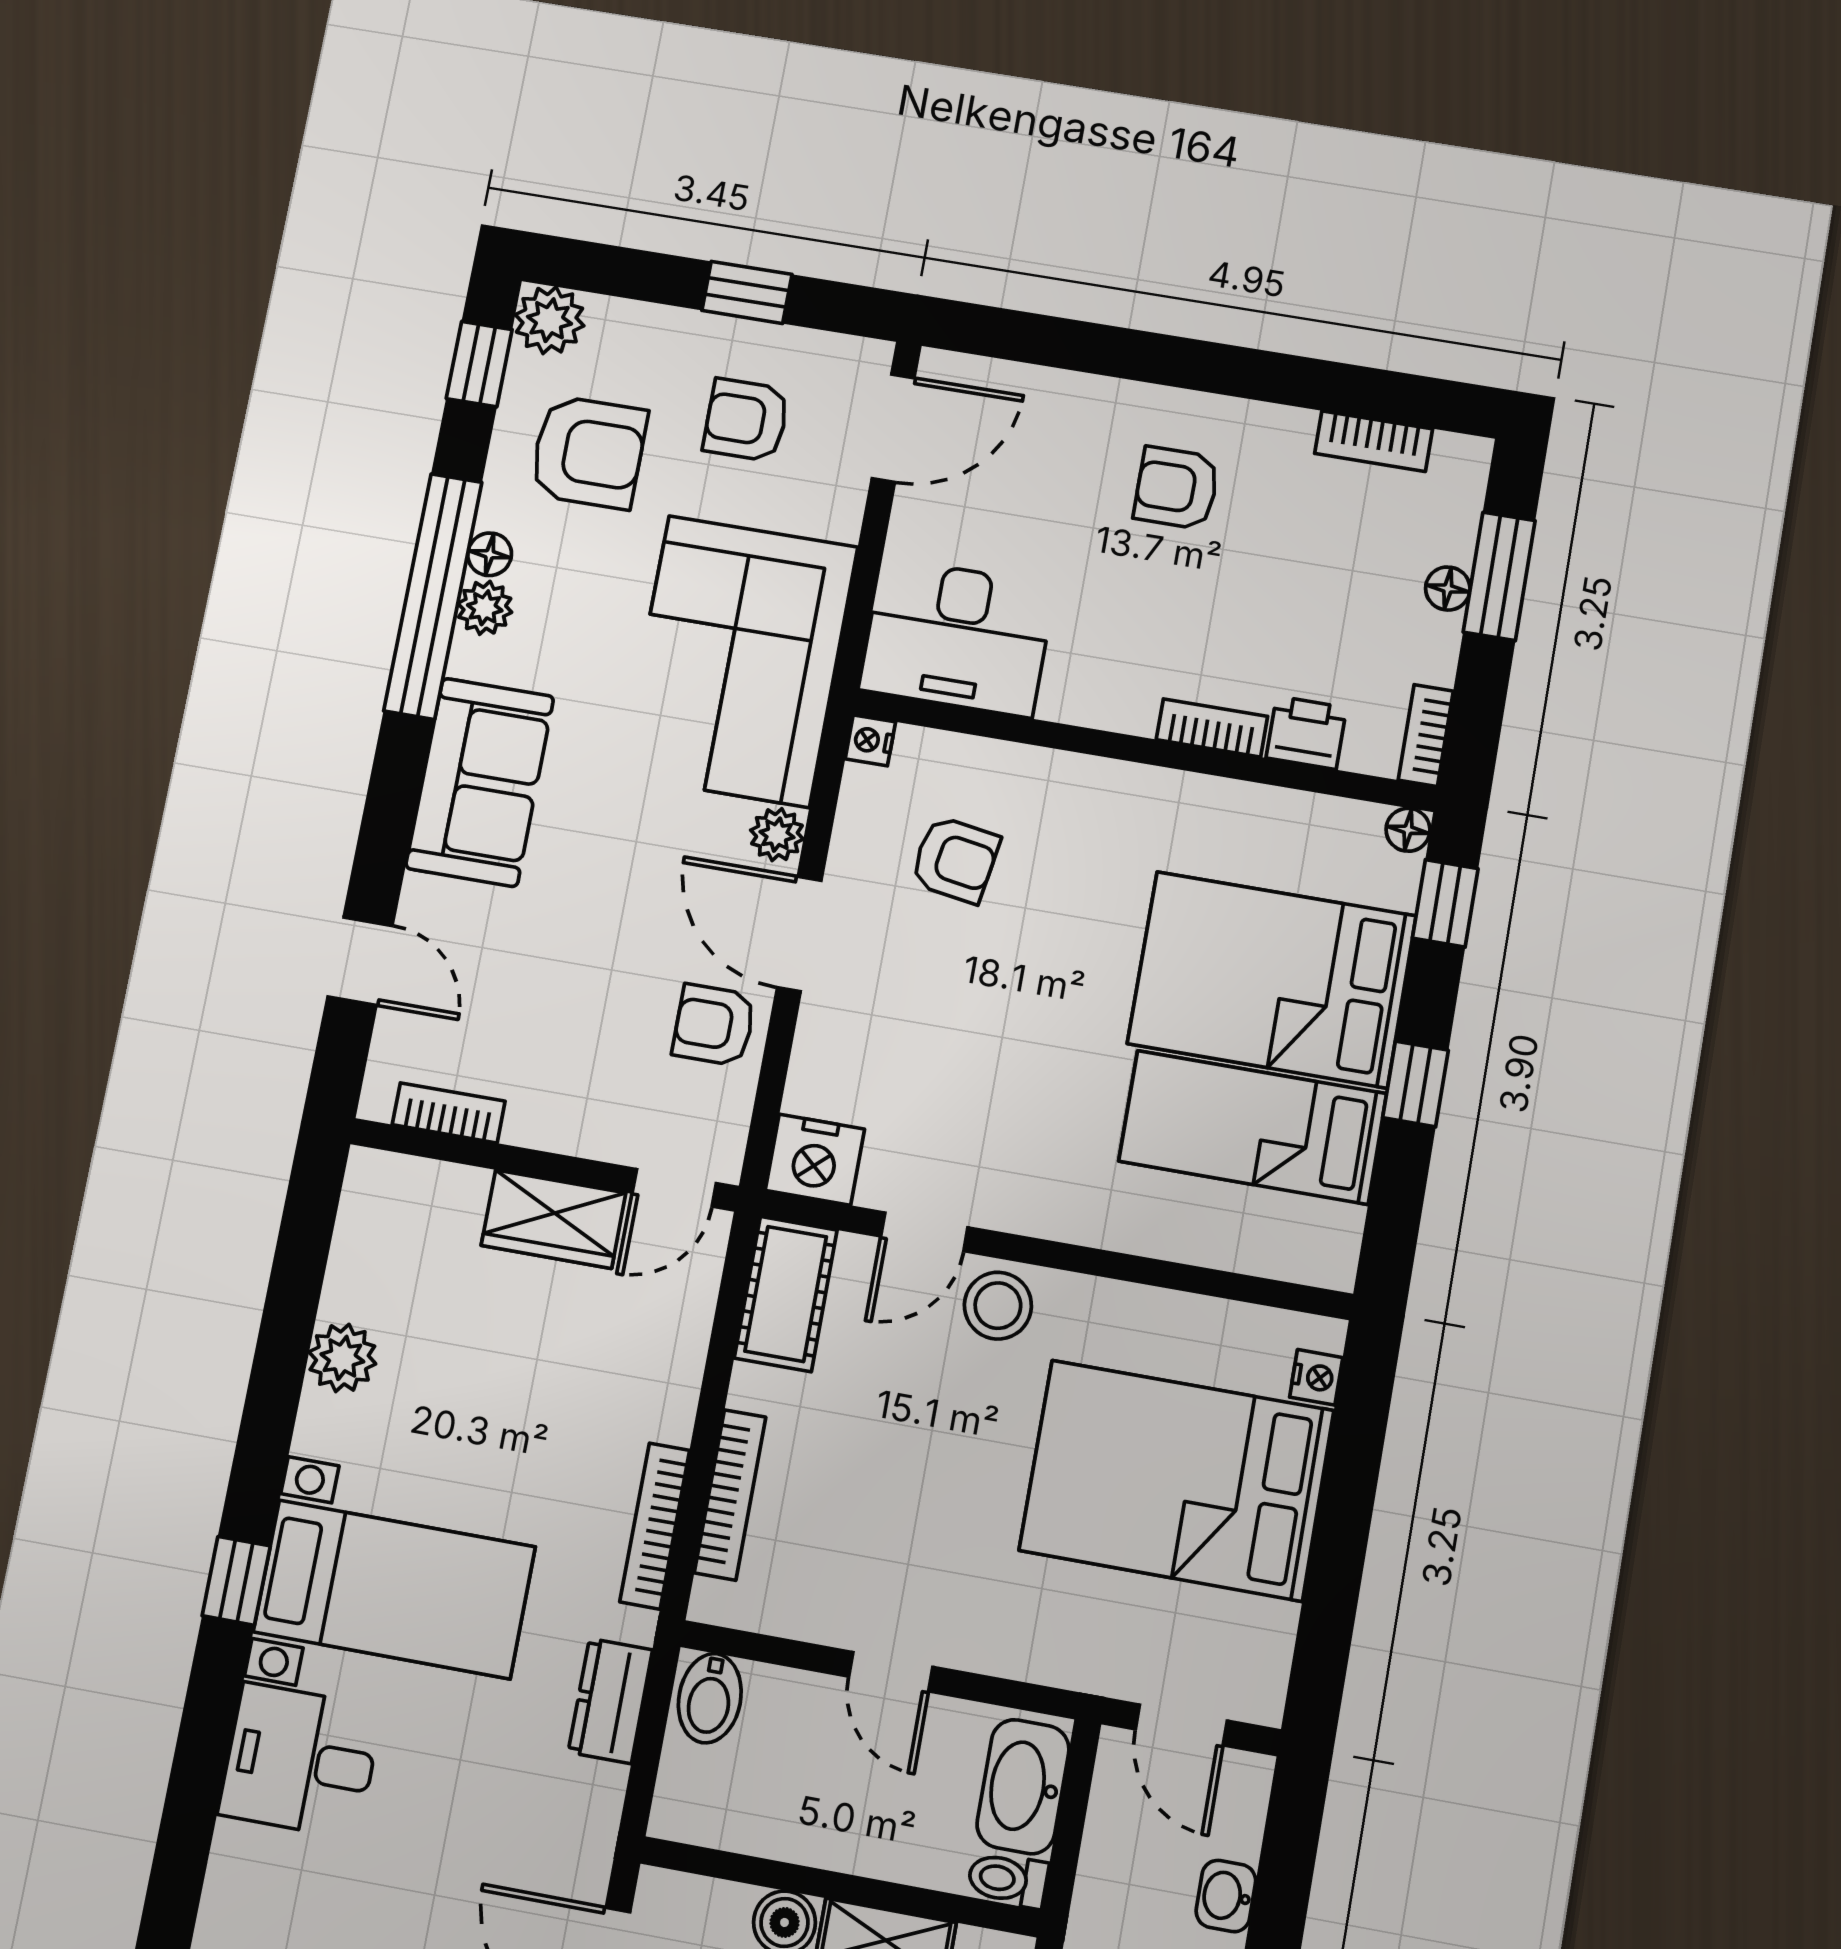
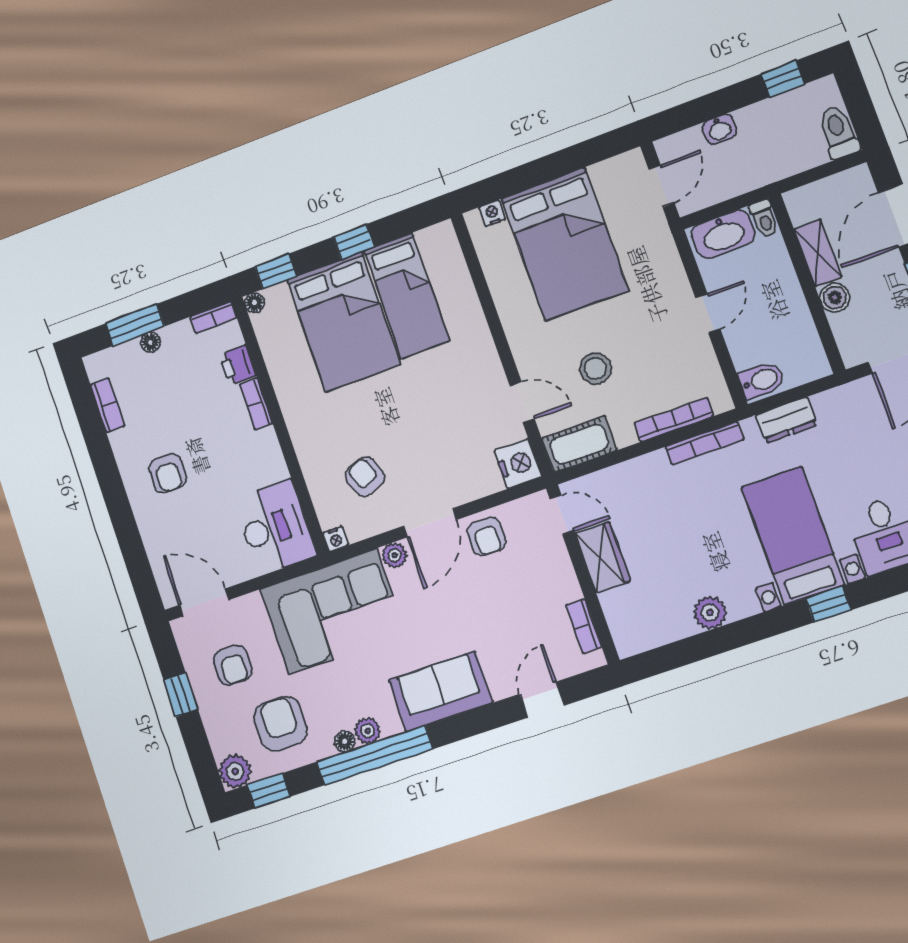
armchair: (955, 860) -> (365, 477), turned -30
stool: (998, 1306) -> (595, 368), moved

